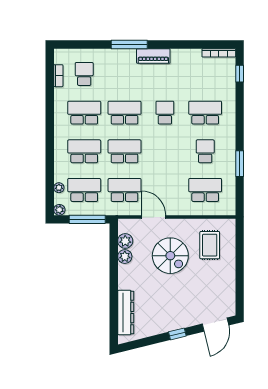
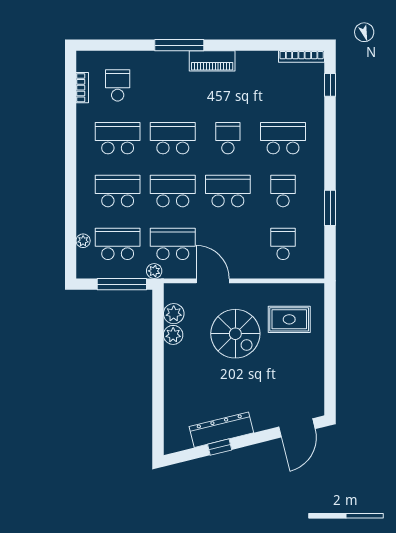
school desk: (165, 151) -> (228, 191), added
school desk: (205, 190) -> (283, 244), width x0.54
plant: (59, 210) -> (154, 271), moved
rug: (210, 245) -> (289, 319), turned 90
dresser: (126, 312) -> (221, 430), moved, turned -104
window: (177, 334) -> (220, 447), moved

